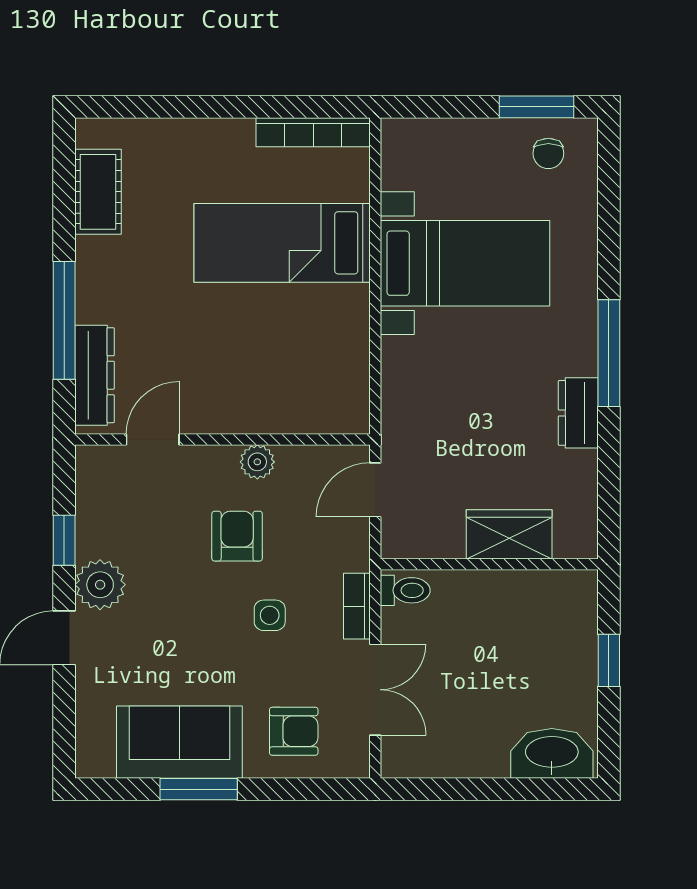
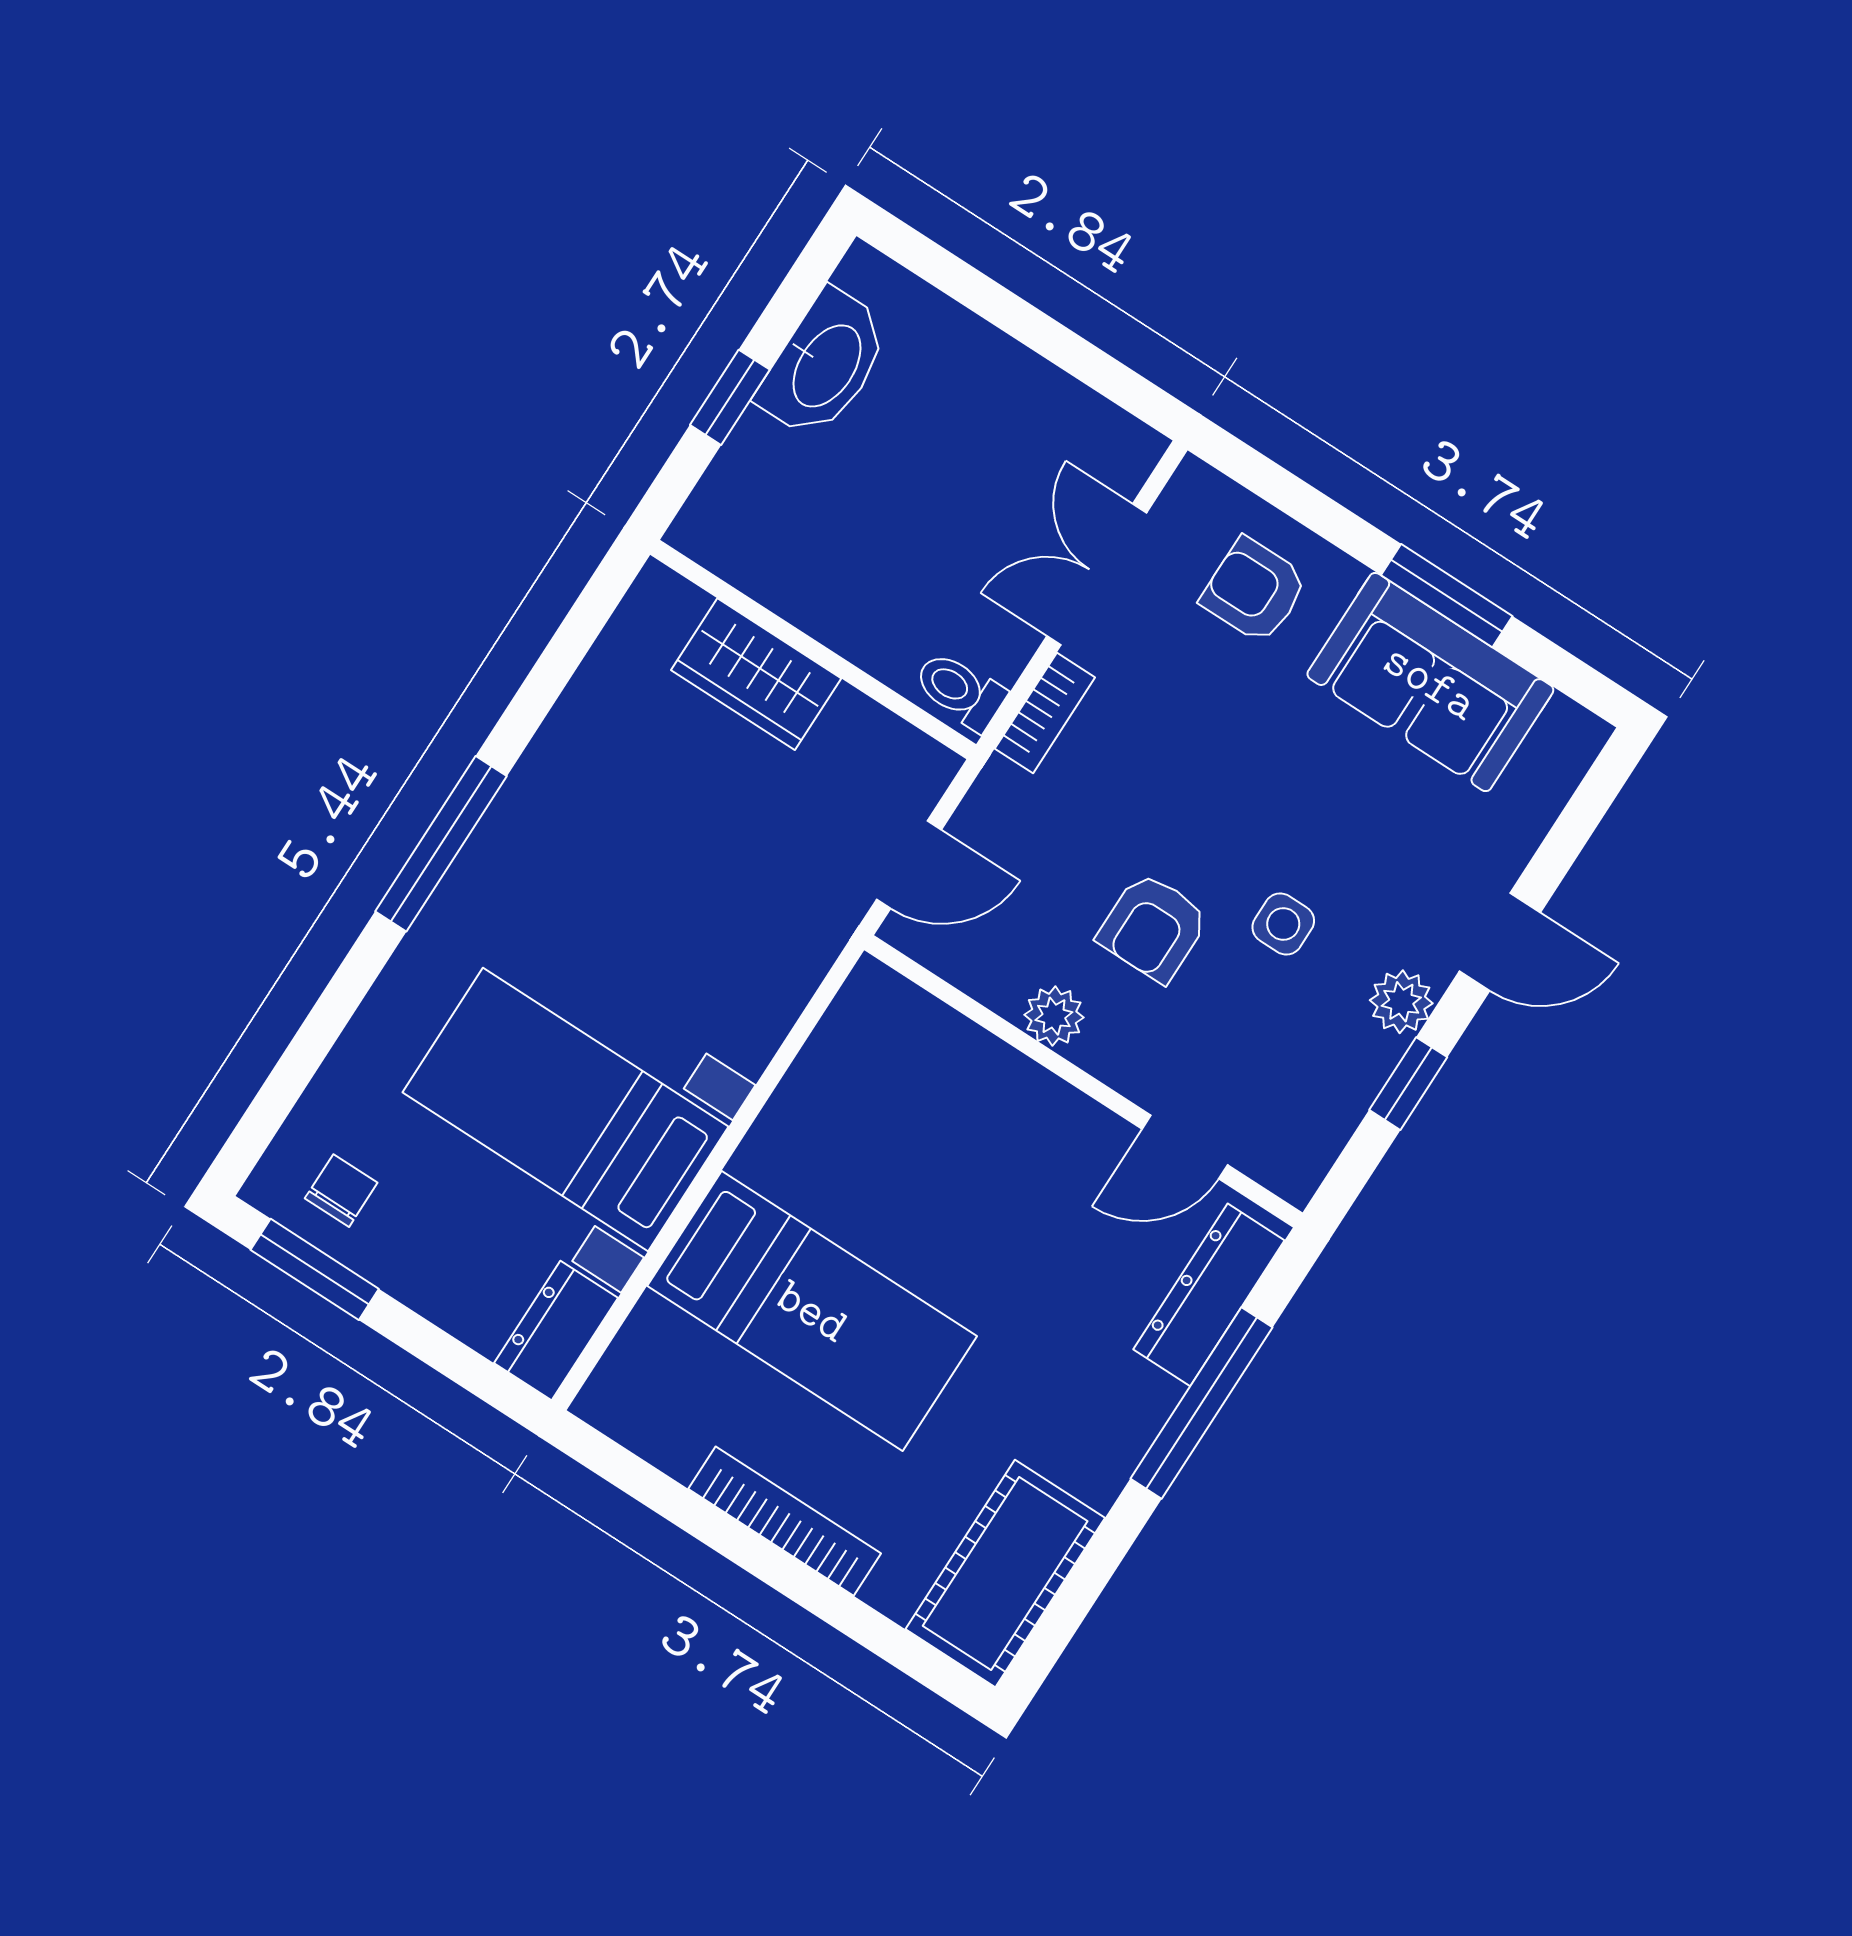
bookcase: (313, 132) -> (785, 1521), moved
cot: (98, 192) -> (1005, 1573), width x1.37, depth x1.34
dresser: (578, 413) -> (556, 1331), moved, turned 180
plant: (100, 585) -> (1401, 1002), width x0.73, depth x0.73
side table: (270, 615) -> (1283, 924), moved
washbasin: (552, 753) -> (825, 365), moved, turned -90

